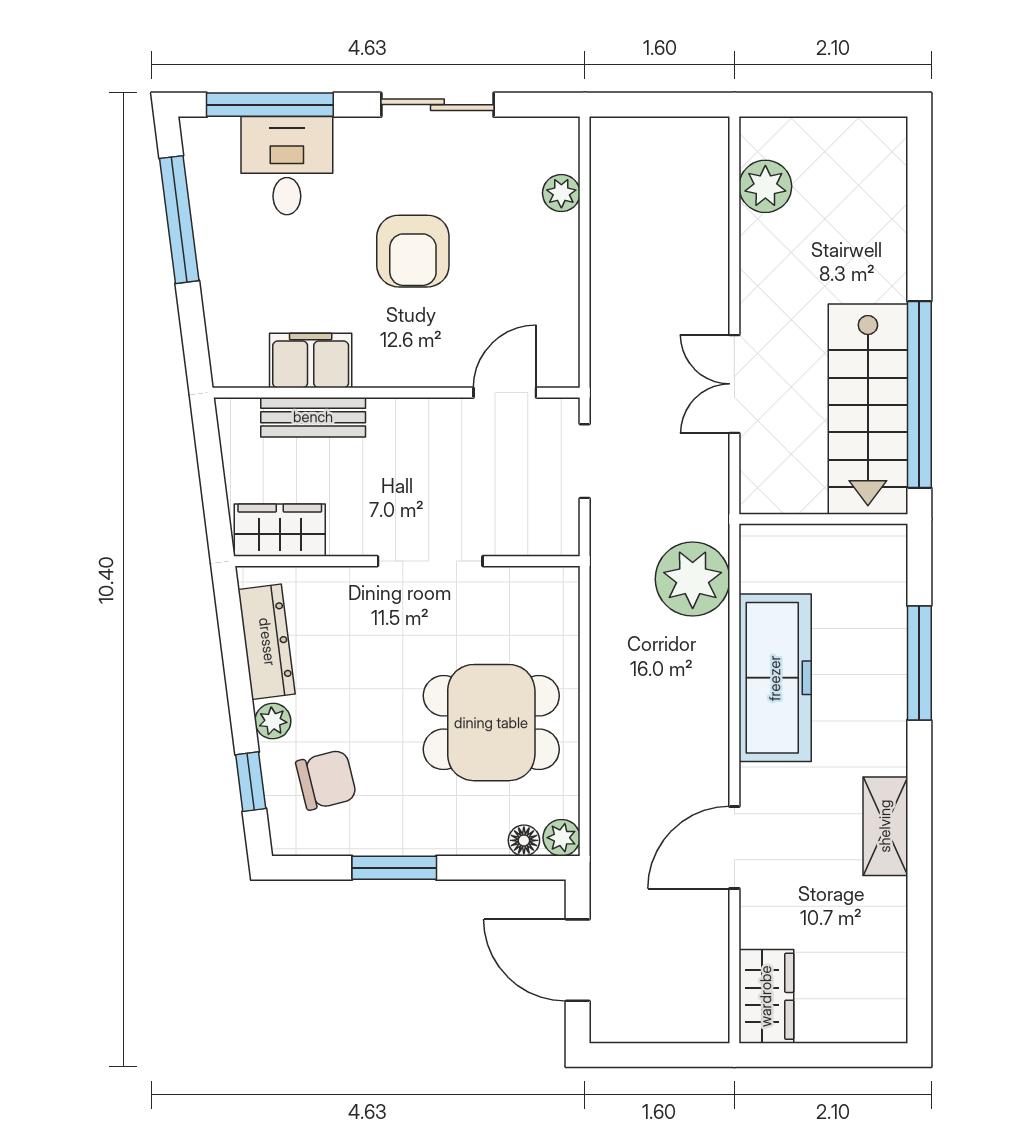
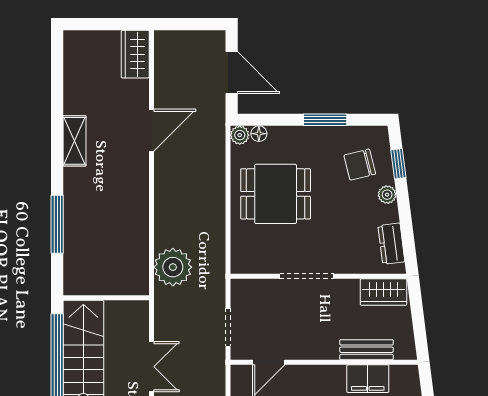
dresser: (267, 642) -> (391, 244), width x0.70
freezer: (775, 678) -> (131, 217), removed

